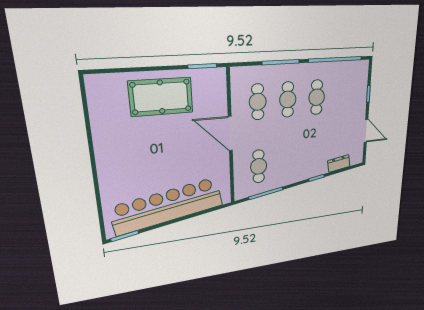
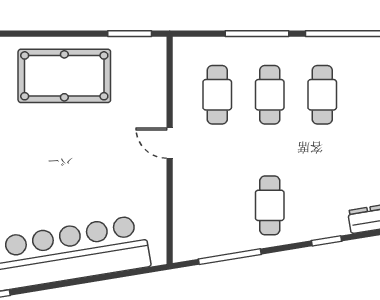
door: (230, 134) -> (170, 143), width x0.53
cafe table: (259, 166) -> (270, 205), moved

